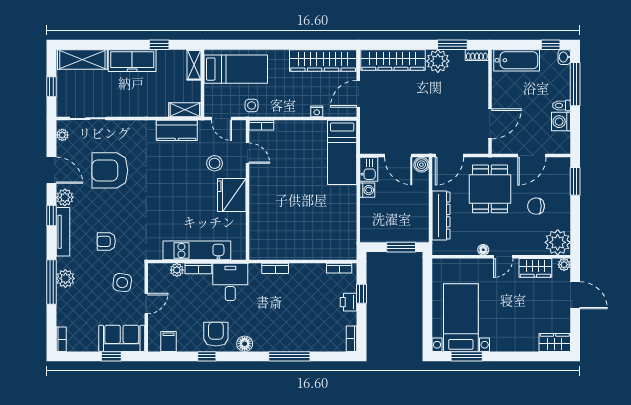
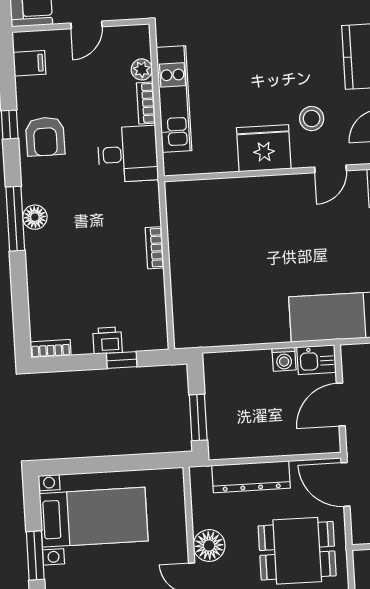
boiler: (421, 165) -> (329, 442), removed
floor lamp: (483, 250) -> (209, 546), width x1.89, depth x1.89
bookcase: (275, 268) -> (155, 248), moved
bookcase: (339, 268) -> (160, 323), removed
door: (146, 304) -> (86, 25), hinge flipped
armchair: (216, 334) -> (45, 136), turned 90
floor lamp: (245, 344) -> (35, 217), moved
window: (289, 356) -> (15, 219), moved
window: (467, 356) -> (35, 555), moved

